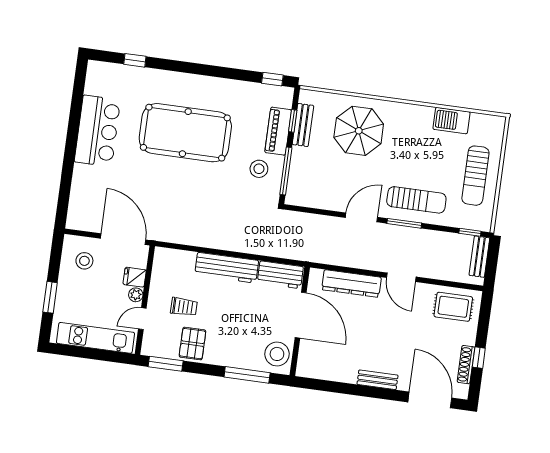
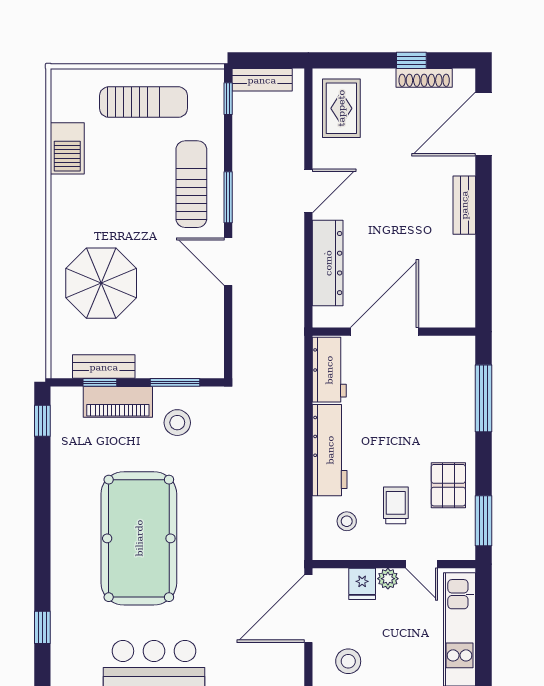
window: (286, 171) -> (175, 382), width x0.69
pallet: (192, 344) -> (448, 485), turned 90
stool: (277, 354) -> (347, 521), moved, width x0.53, depth x0.53

